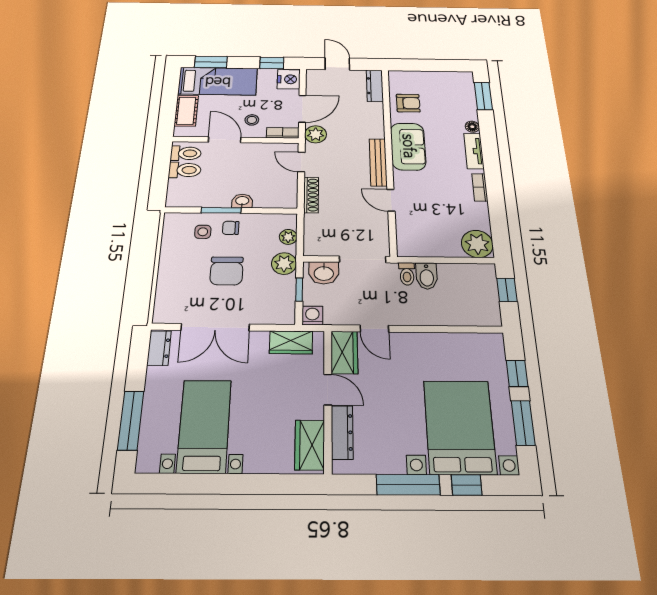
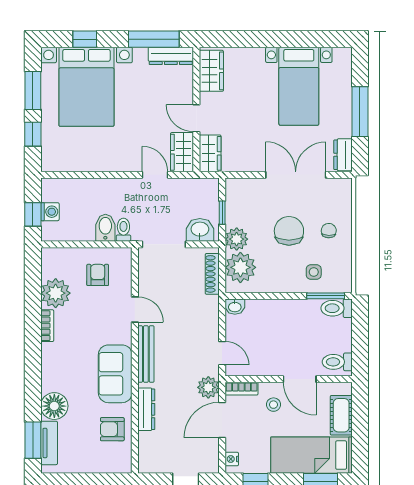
nightstand: (289, 79) -> (232, 459), width x0.53, depth x0.56
dresser: (375, 86) -> (146, 409), moved
floor lamp: (472, 127) -> (54, 406), width x1.89, depth x1.89
tv unit: (474, 151) -> (49, 443), moved
toilet: (185, 170) -> (337, 308), moved
shoe rack: (311, 195) -> (212, 274), moved
washbasin: (242, 201) -> (235, 307), moved
window: (221, 210) -> (326, 296), moved
chair: (231, 228) -> (329, 231), moved, turned -88
armchair: (432, 232) -> (98, 275), added
plant: (288, 237) -> (240, 267), width x1.88, depth x1.88
plant: (477, 244) -> (56, 293), moved
washing machine: (312, 315) -> (50, 212), moved, turned -90
wardrobe: (291, 342) -> (210, 153), moved, turned 90
window: (131, 420) -> (360, 112), moved
dresser: (342, 432) -> (171, 56), moved, turned -90
window: (408, 485) -> (154, 39), moved

